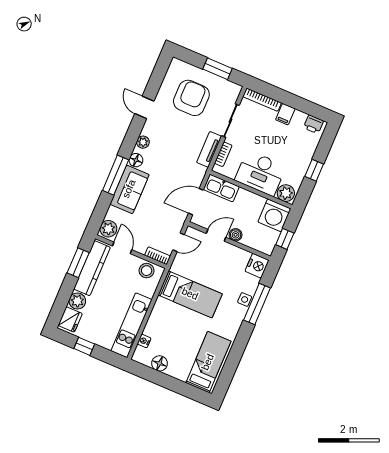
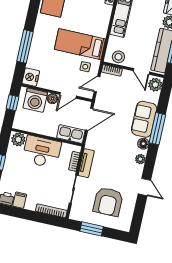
filing cabinet: (285, 114) -> (20, 200), moved
washing machine: (274, 215) -> (35, 100), moved, turned 180
side table: (245, 299) -> (85, 67), moved

